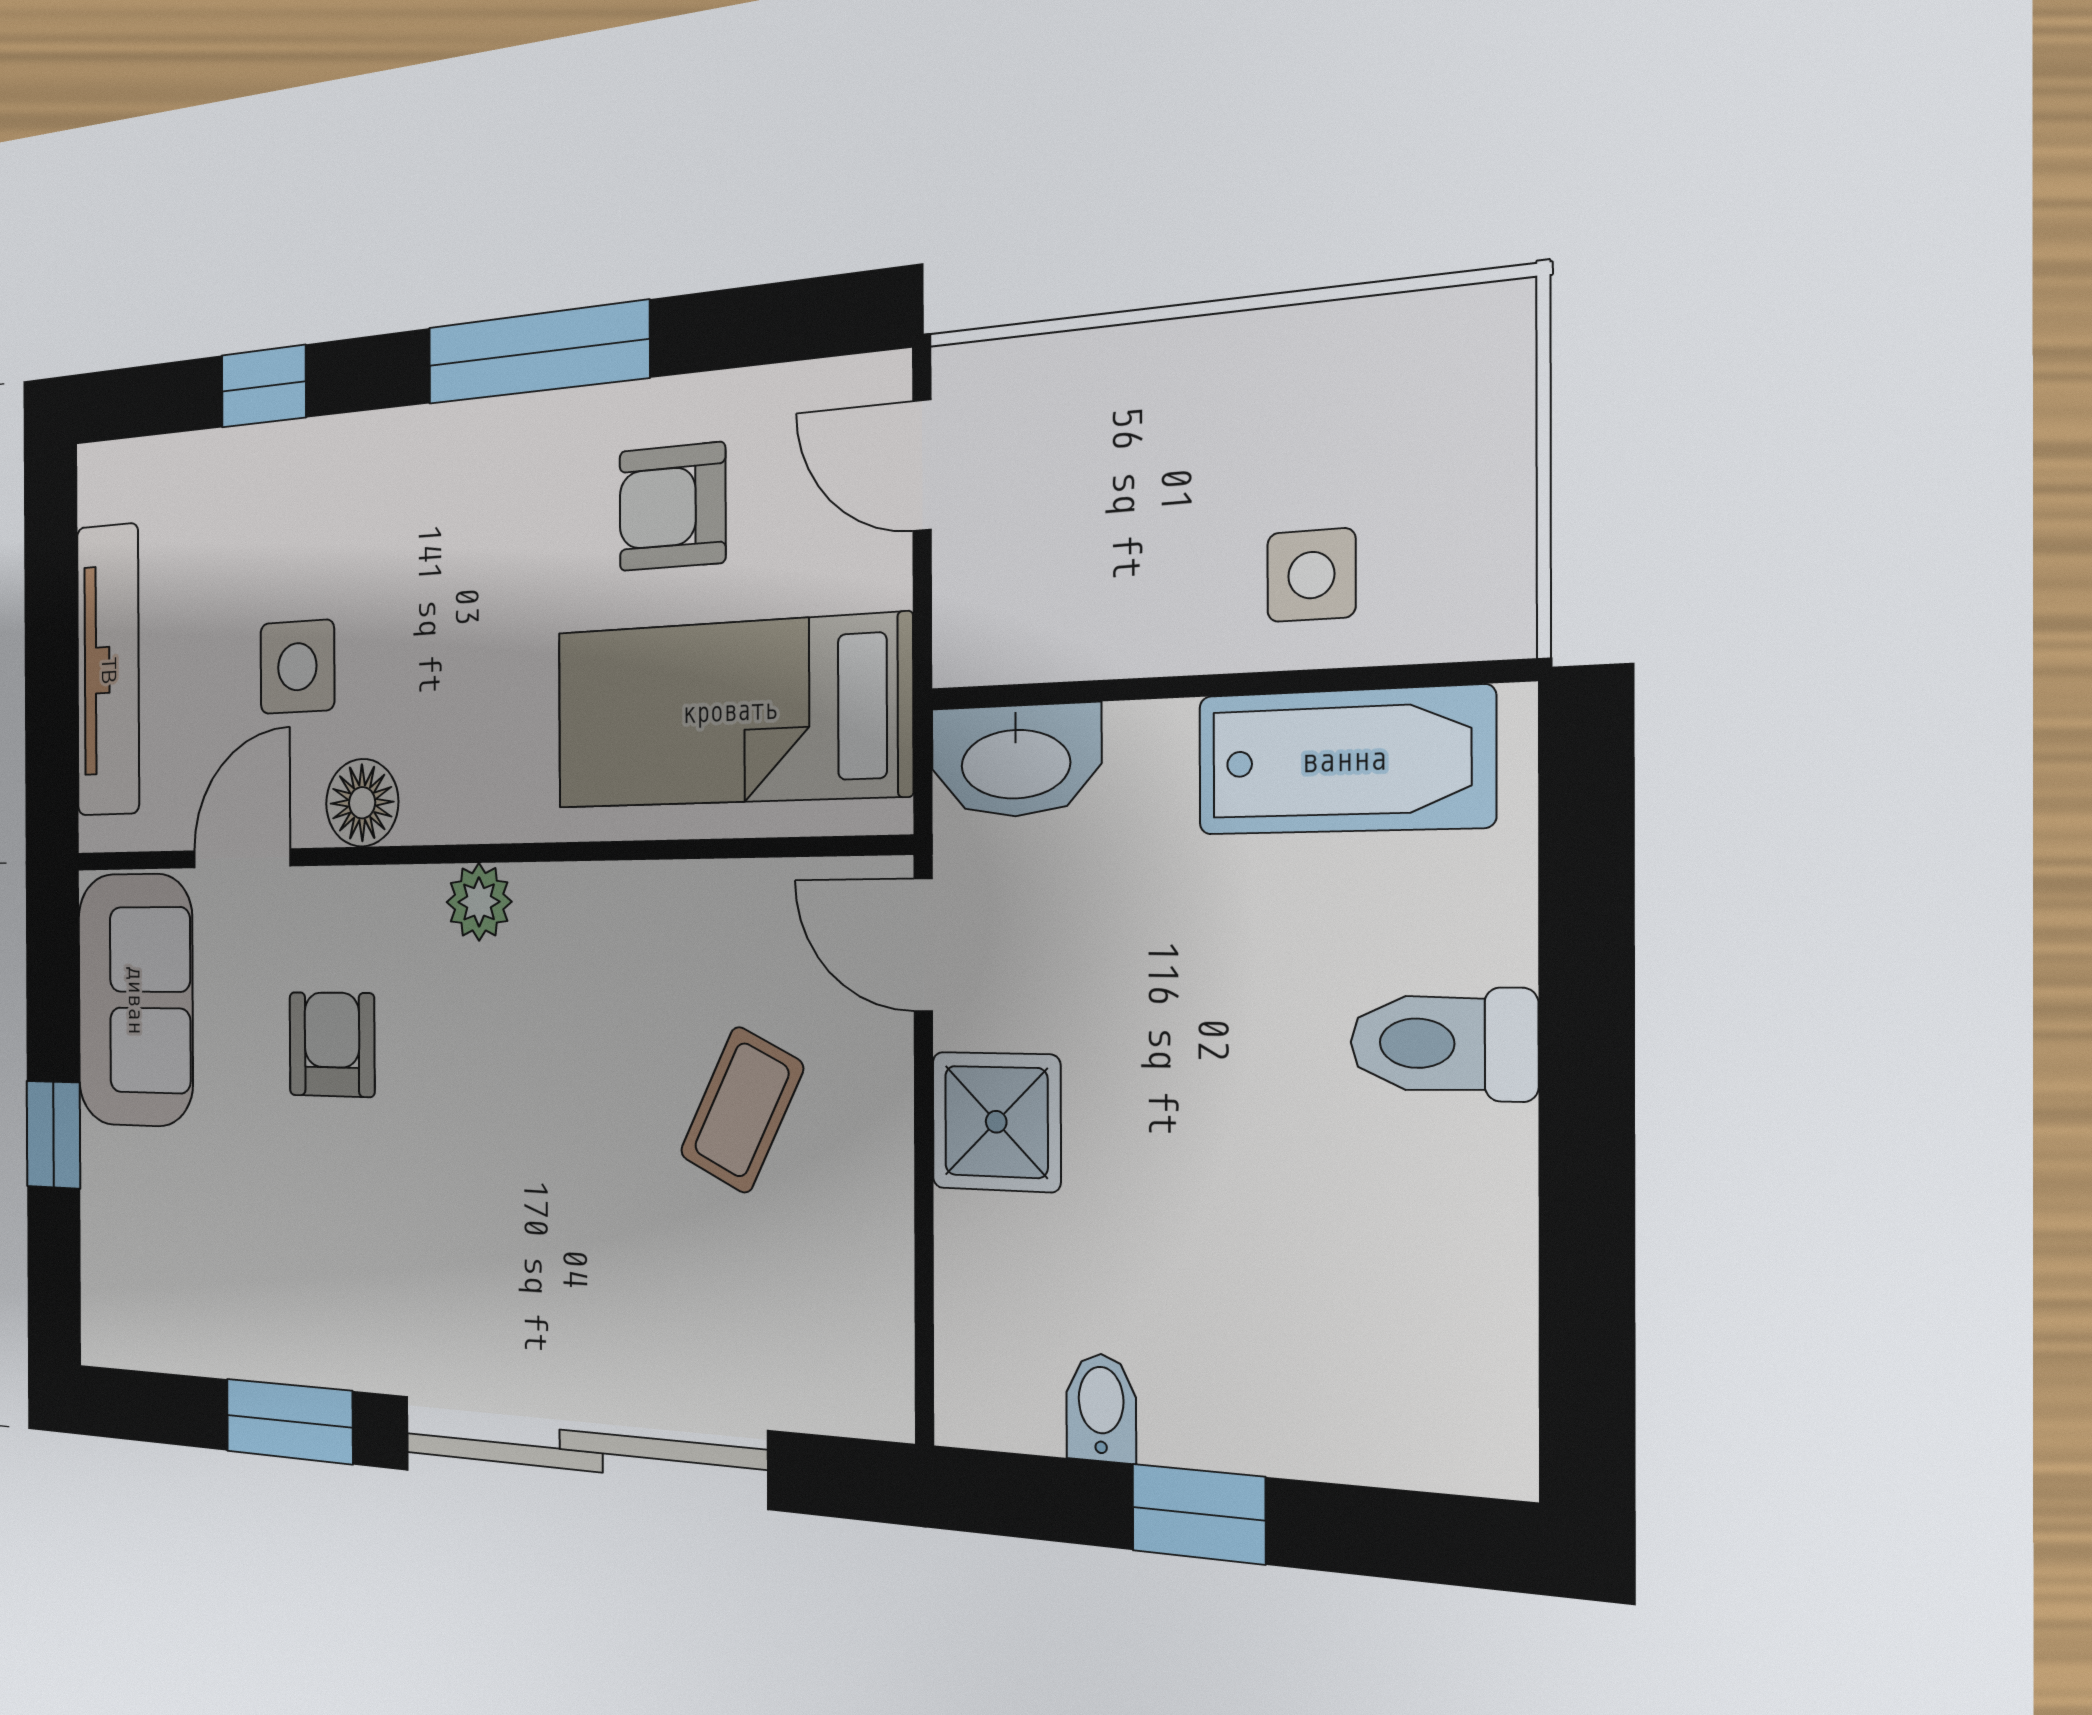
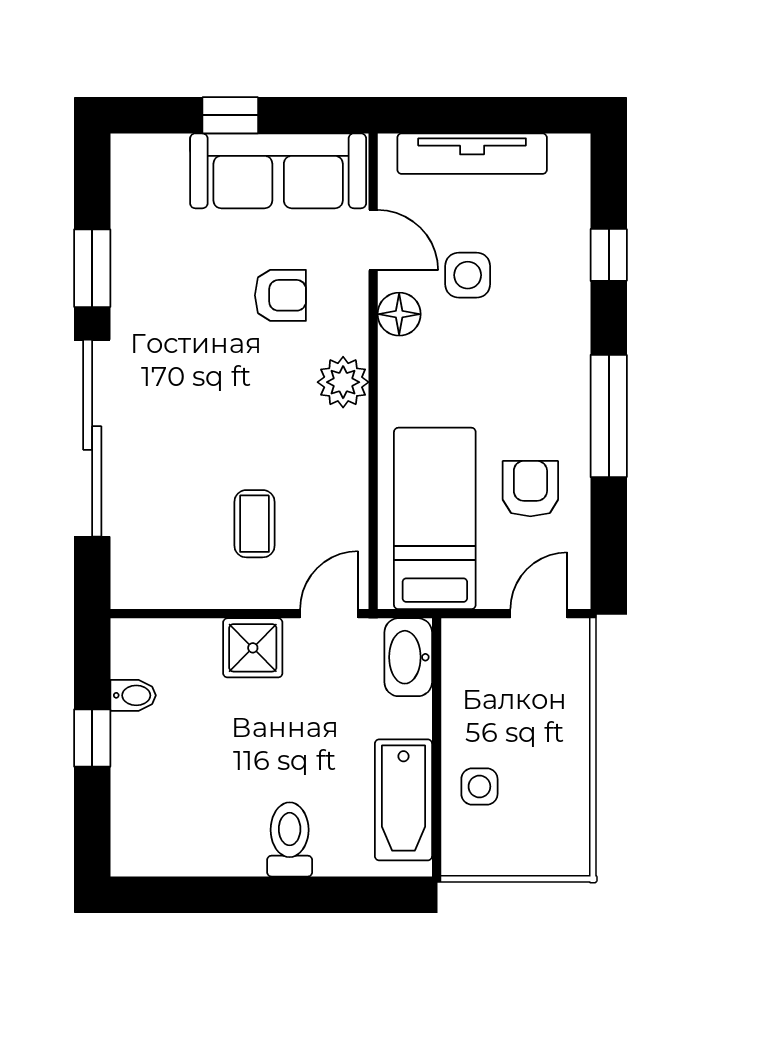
plant: (479, 902) -> (343, 382), width x1.38, depth x1.38
sofa: (135, 1000) -> (278, 171), width x1.36
coffee table: (742, 1110) -> (254, 524), turned 64

